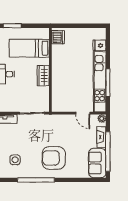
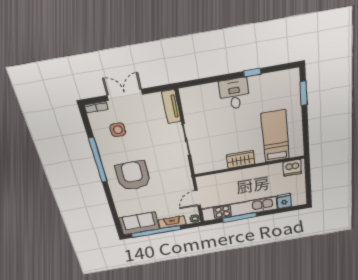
dishwasher: (58, 37) -> (292, 168), moved
bed: (29, 48) -> (275, 136), moved
wall: (50, 70) -> (249, 166), moved
wardrobe: (43, 76) -> (241, 159), moved

